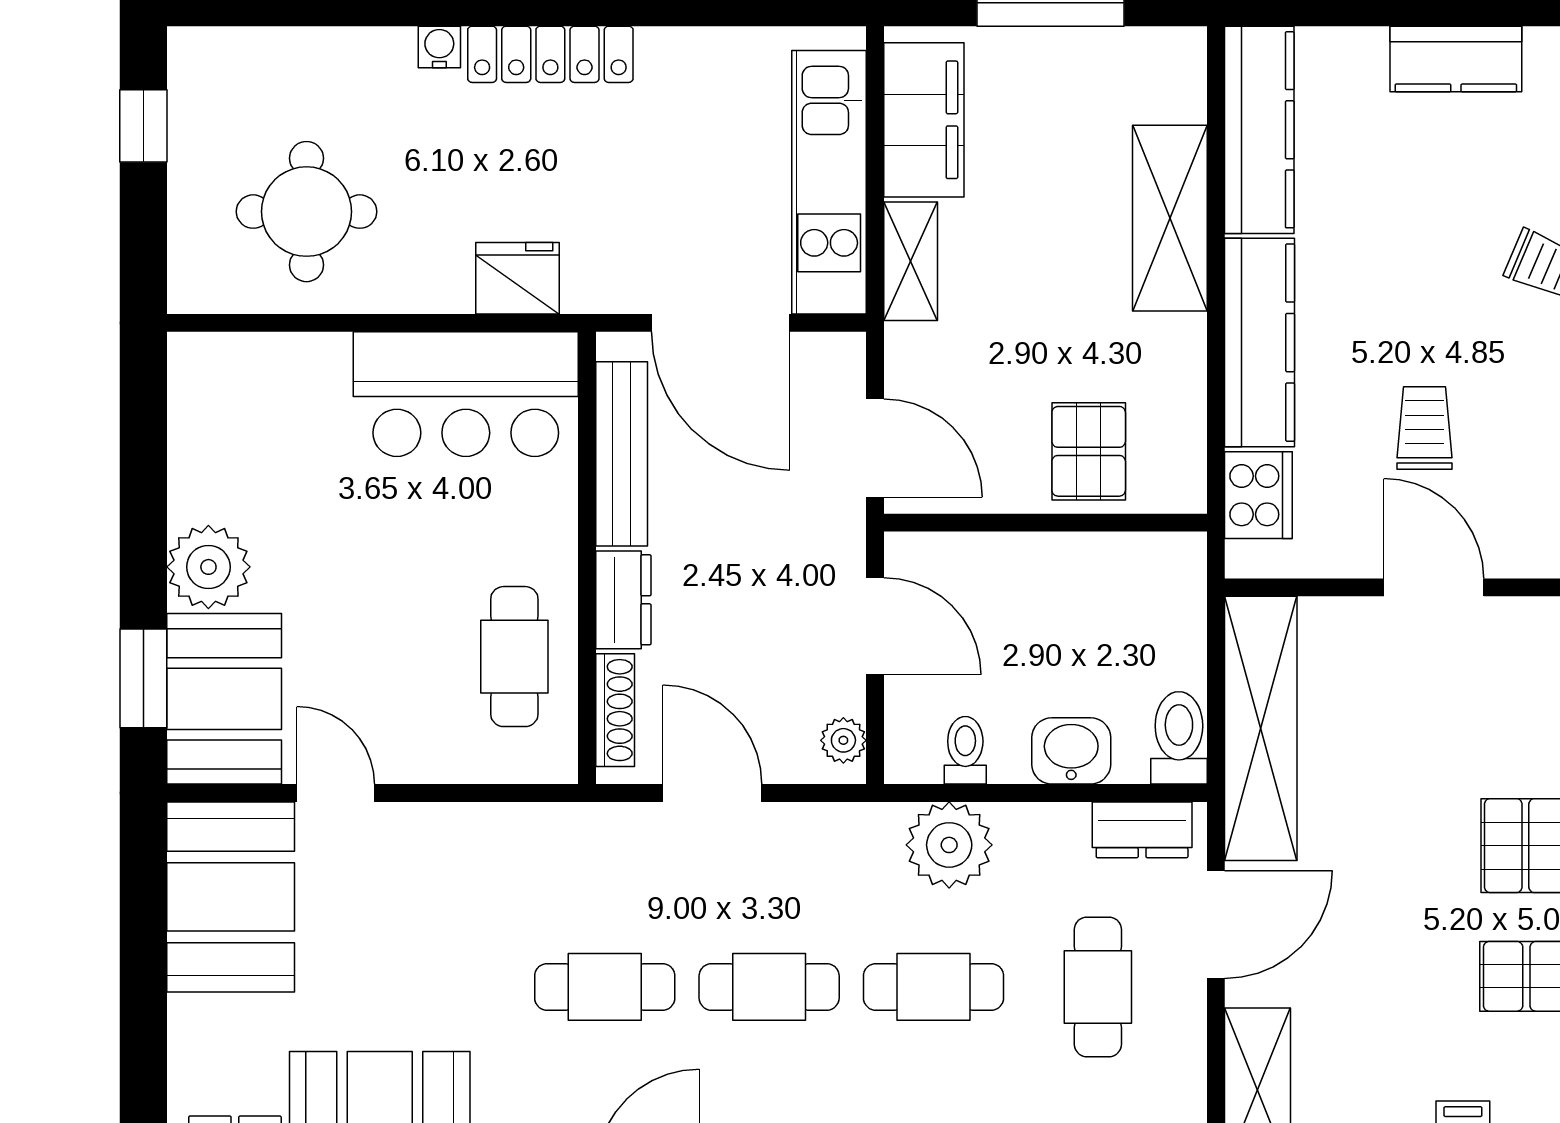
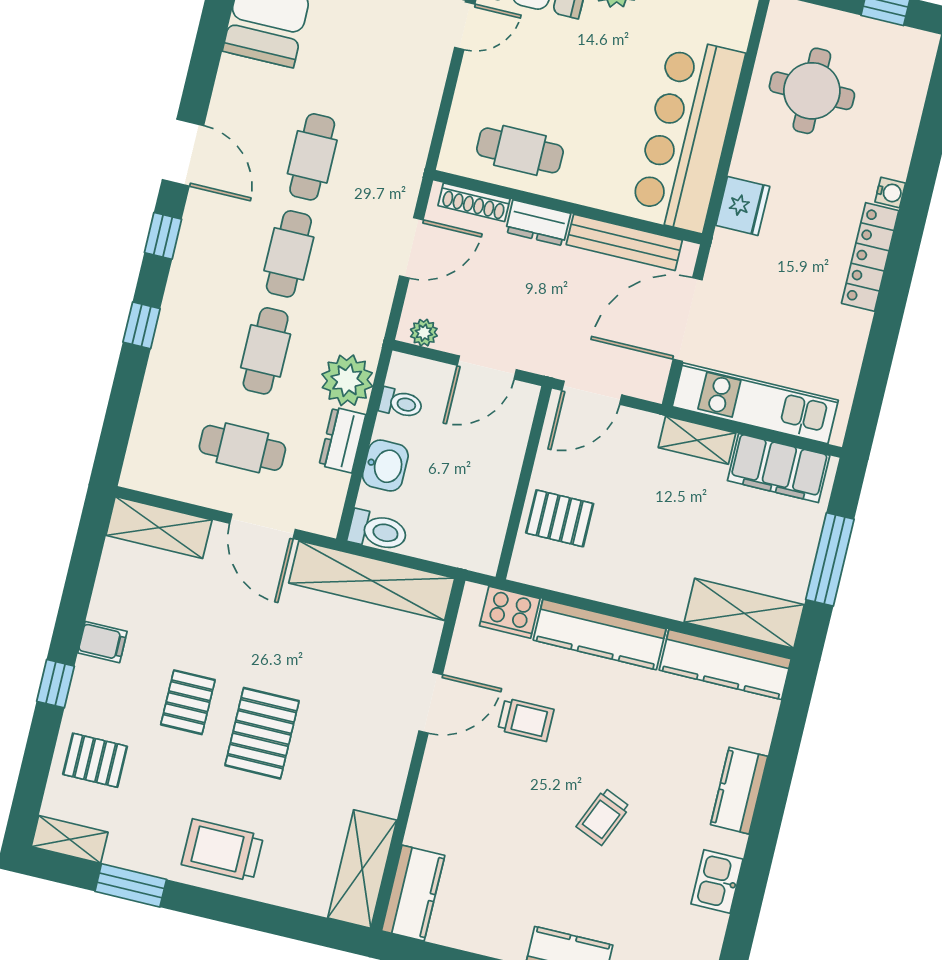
shelving: (1170, 218) -> (744, 613), moved
bar counter: (466, 394) -> (687, 135), width x1.36
dresser: (1142, 830) -> (342, 440), moved

